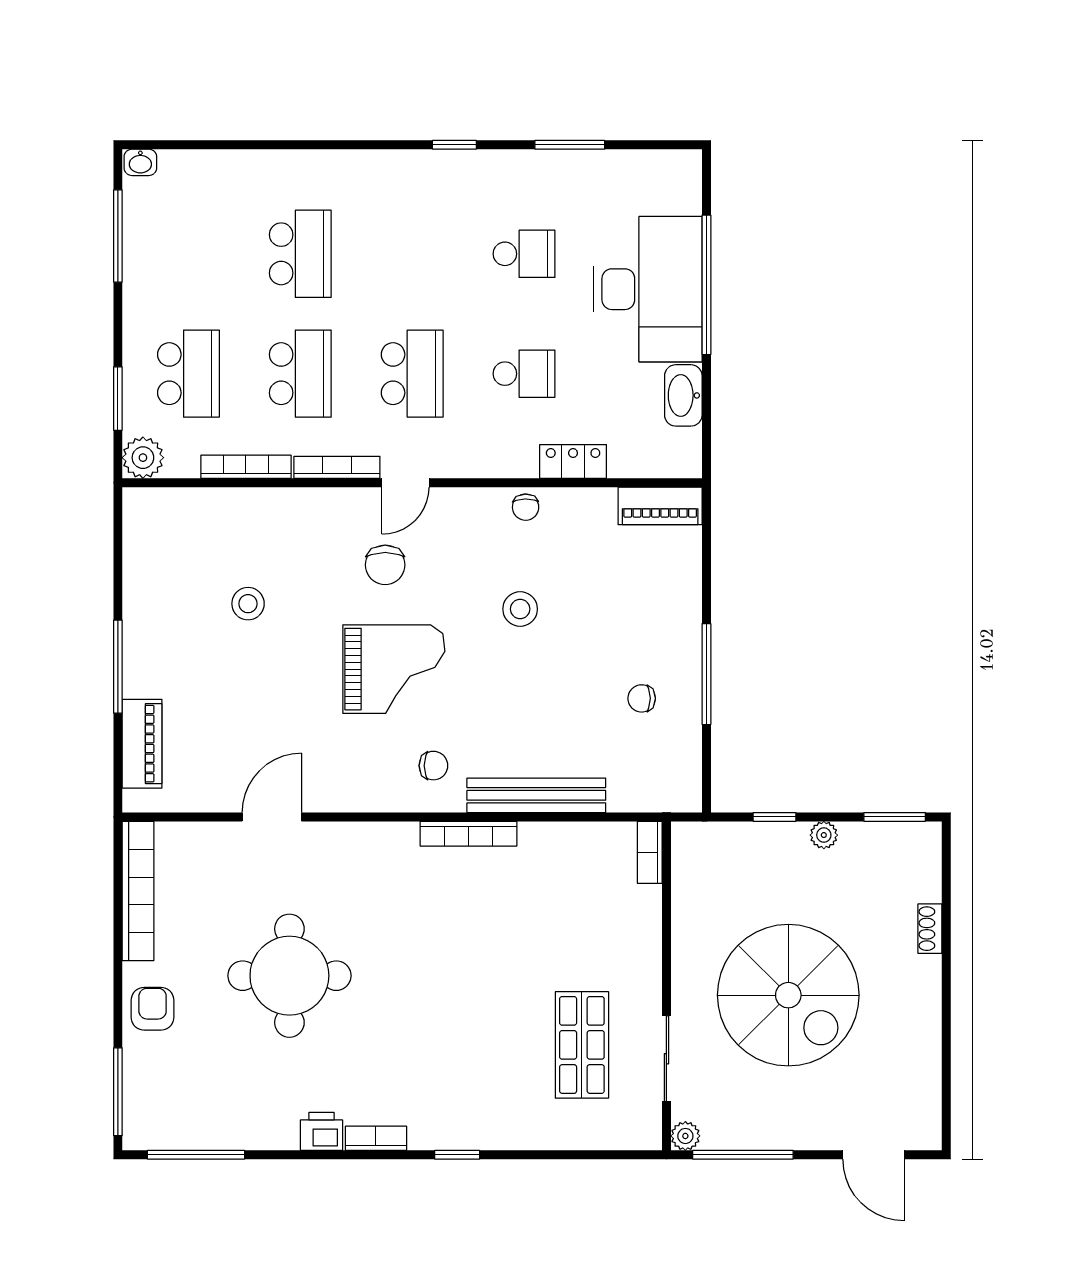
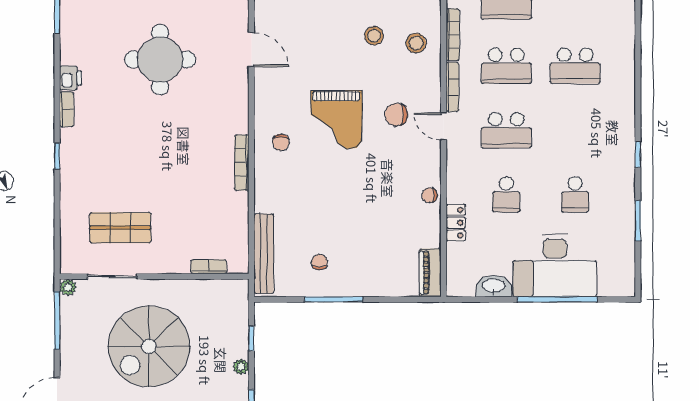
stool: (520, 609) -> (416, 43), moved
bench: (536, 795) -> (264, 254), moved
bookcase: (650, 852) -> (209, 267), moved

